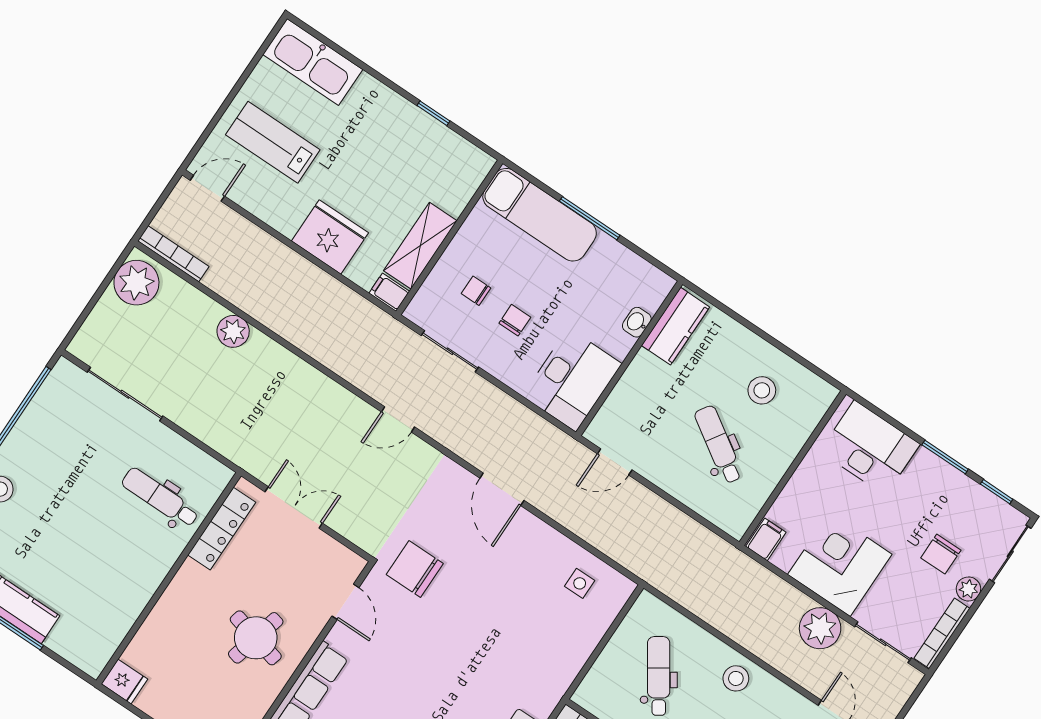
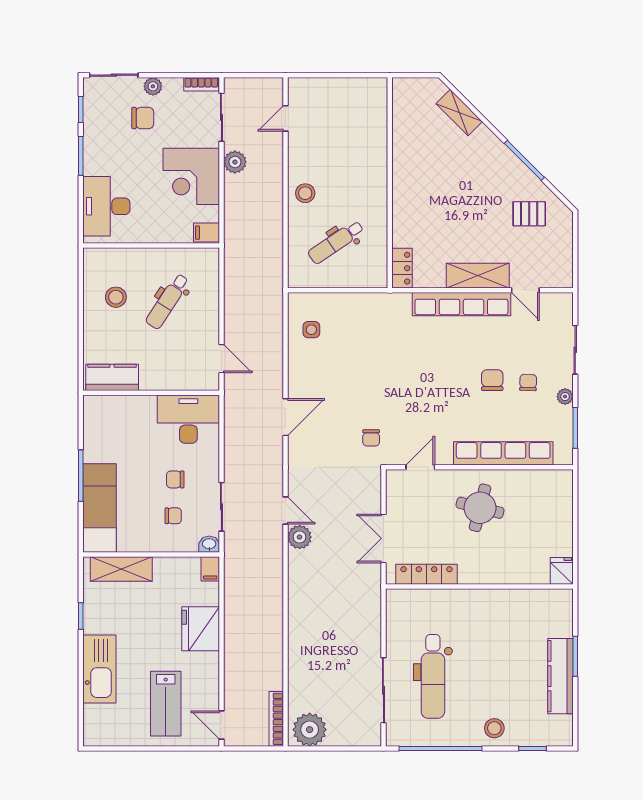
kitchen sink: (313, 62) -> (99, 669), moved
shelving: (420, 246) -> (121, 569), moved
chair: (476, 291) -> (173, 516), turned -90
washbasin: (637, 322) -> (209, 544), moved, turned 180
plant: (233, 331) -> (300, 537), moved
dental chair: (160, 498) -> (433, 676), moved, width x1.36, depth x1.38
chair: (415, 569) -> (371, 438), width x0.54, depth x0.54
plant: (820, 628) -> (235, 162), width x0.73, depth x0.73
bookcase: (942, 633) -> (201, 84), width x0.64

